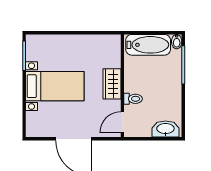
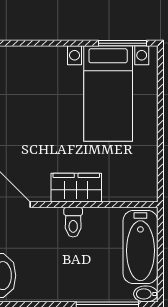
bed with nightstands: (55, 86) -> (108, 94), moved
toilet: (133, 99) -> (73, 222), moved

